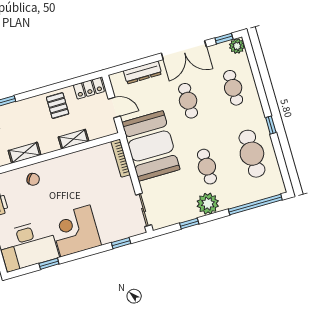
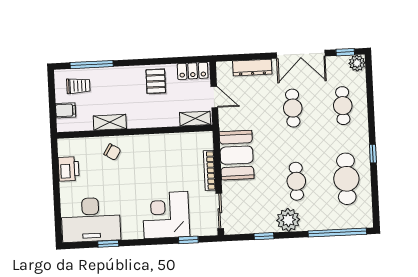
shelving: (74, 139) -> (195, 119), moved
booth: (151, 146) -> (237, 155), width x0.73, depth x0.70
bookcase: (121, 158) -> (209, 170), moved
corner desk: (75, 231) -> (166, 215), moved

